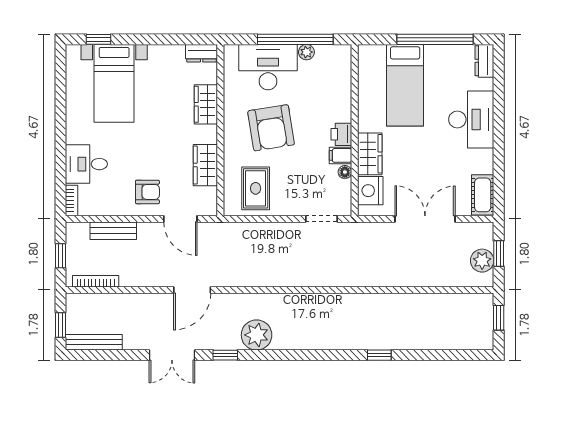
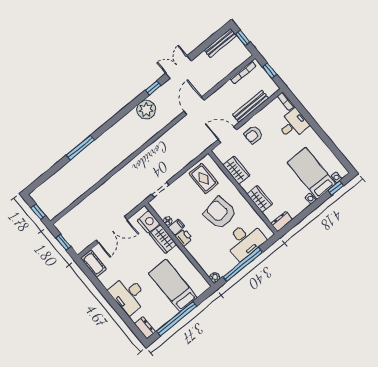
plant: (306, 52) -> (215, 277), moved
bench: (113, 231) -> (250, 106), width x1.36
plant: (482, 261) -> (68, 232), removed
window: (379, 355) -> (80, 148), width x2.17

